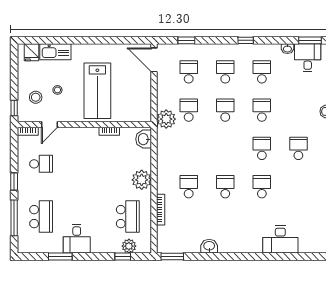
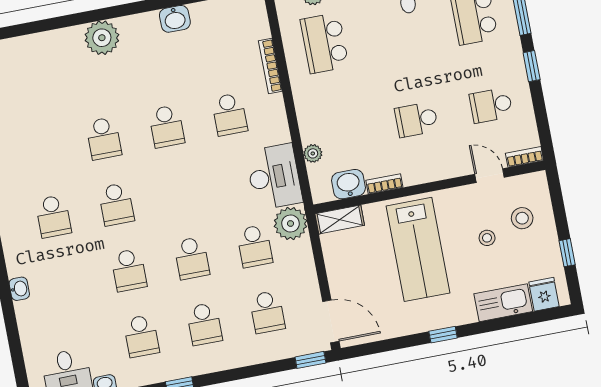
window: (92, 40) -> (443, 335), added
window: (186, 40) -> (310, 360), moved
lab bench: (97, 91) -> (418, 249), turned 180
window: (14, 108) -> (567, 253), moved
shelving: (138, 116) -> (340, 220), added
door: (49, 125) -> (489, 176), hinge flipped
washbasin: (144, 139) -> (348, 184), moved, turned -90
school desk: (84, 164) -> (416, 120), added
plant: (142, 180) -> (313, 153), moved, width x0.53, depth x0.53
desk: (280, 240) -> (274, 177), moved, turned 90
plant: (252, 243) -> (102, 38), added

